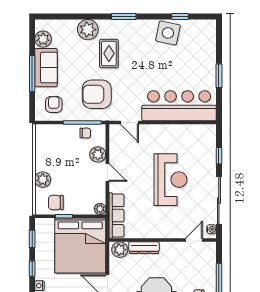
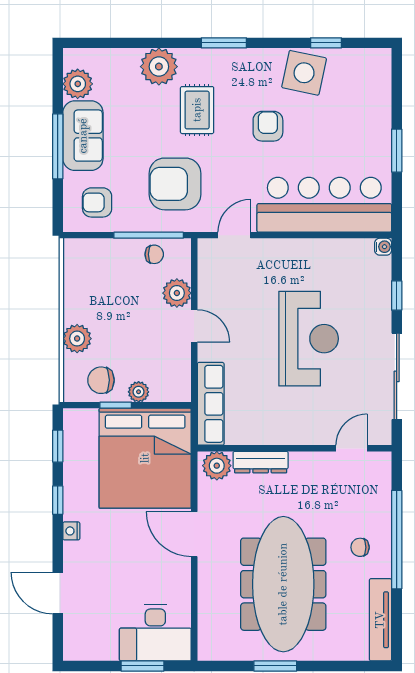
armchair: (148, 62) -> (268, 126), added
armchair: (54, 104) -> (97, 202), turned -90
door: (129, 123) -> (234, 235), swing flipped
plant: (100, 209) -> (139, 392), moved
water cooler: (212, 229) -> (383, 247), moved

